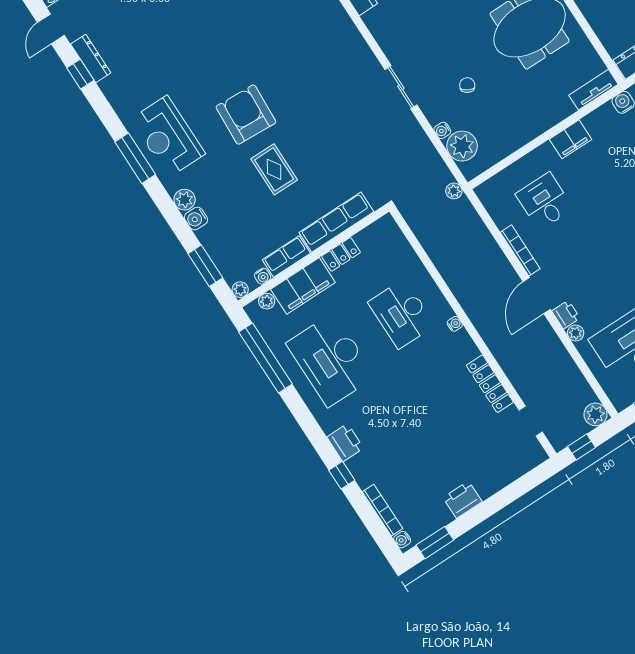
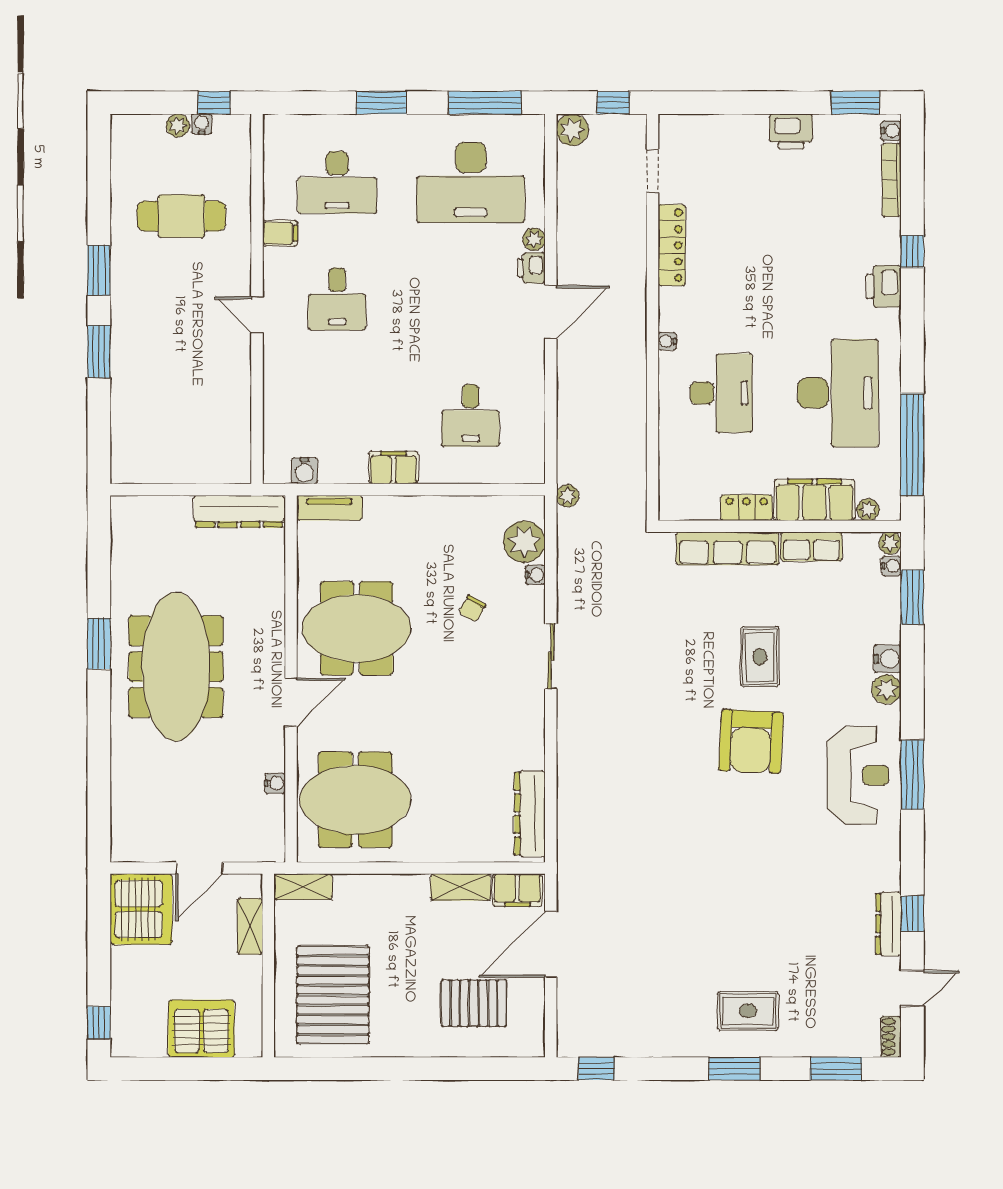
bookcase: (520, 250) -> (536, 377), removed
water cooler: (263, 276) -> (891, 566), moved, turned 90

